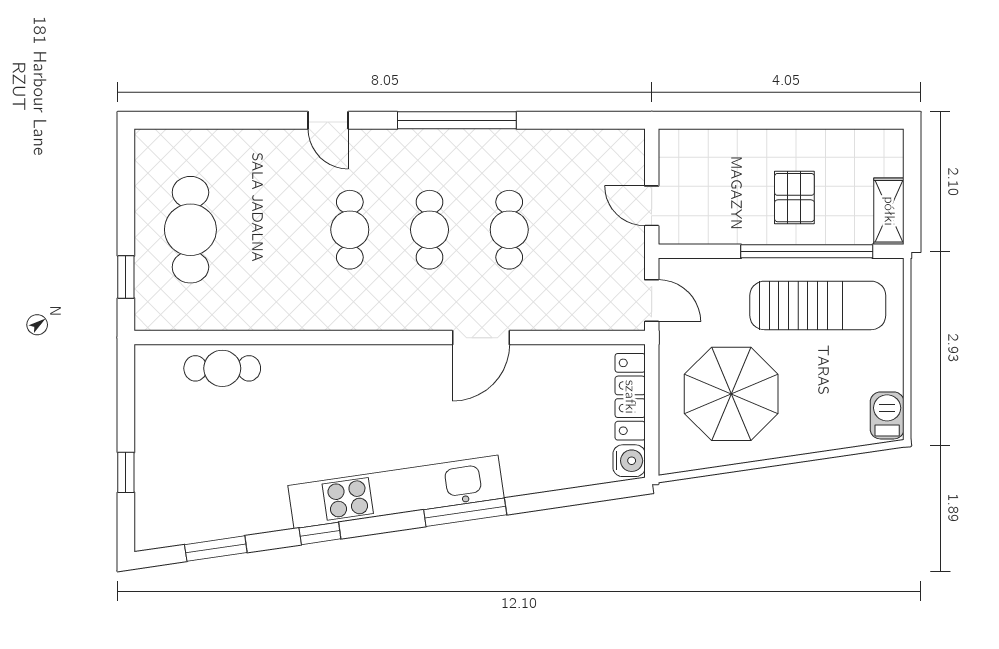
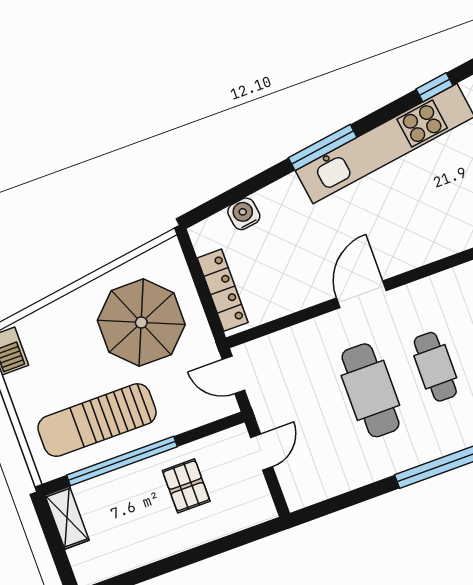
pallet: (794, 198) -> (186, 486), moved
door: (652, 206) -> (262, 452), hinge flipped
cafe table: (509, 230) -> (370, 390), width x1.37, depth x1.35
water cooler: (629, 461) -> (244, 214), moved, turned 82

